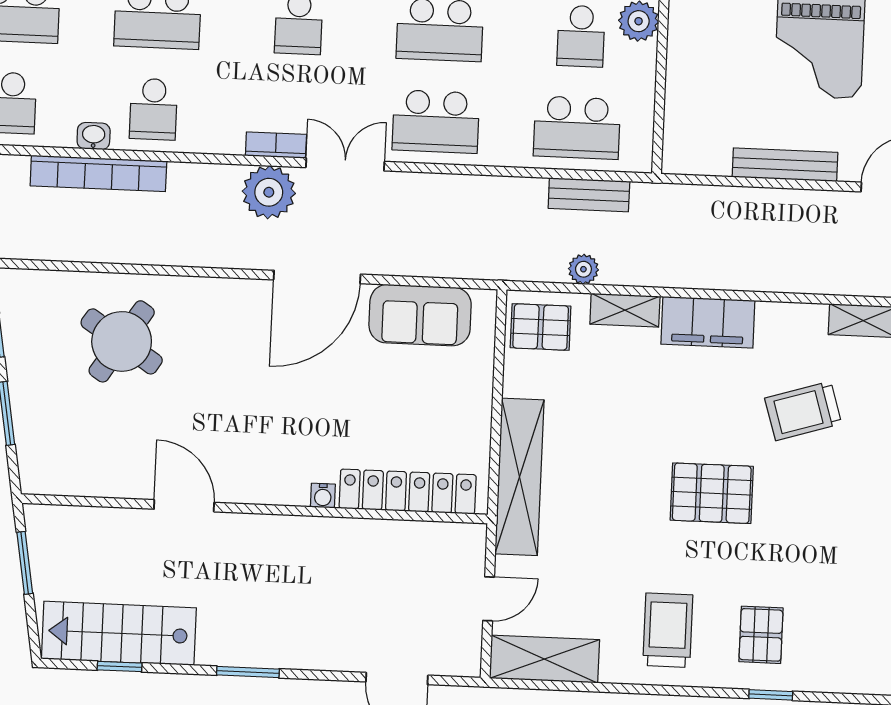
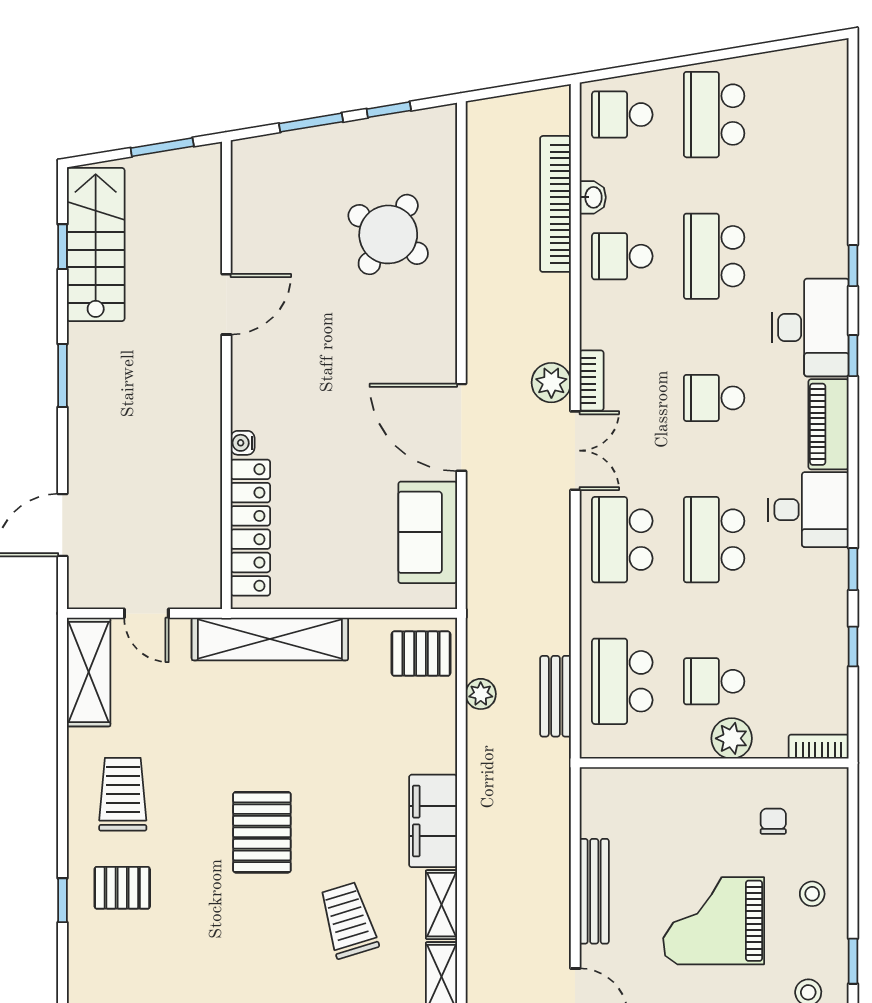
plant: (269, 192) -> (551, 383), width x0.73, depth x0.73
shelving: (625, 310) -> (441, 905), moved
pallet: (541, 327) -> (421, 654), turned 90
trolley: (668, 630) -> (123, 794), turned -90

